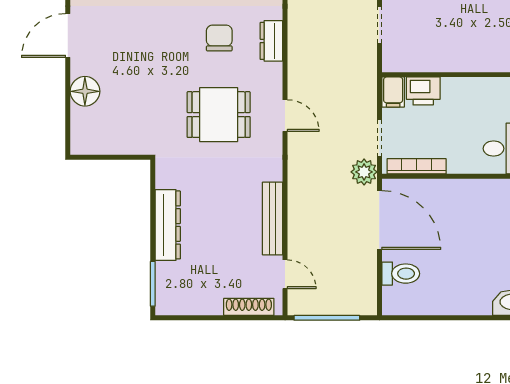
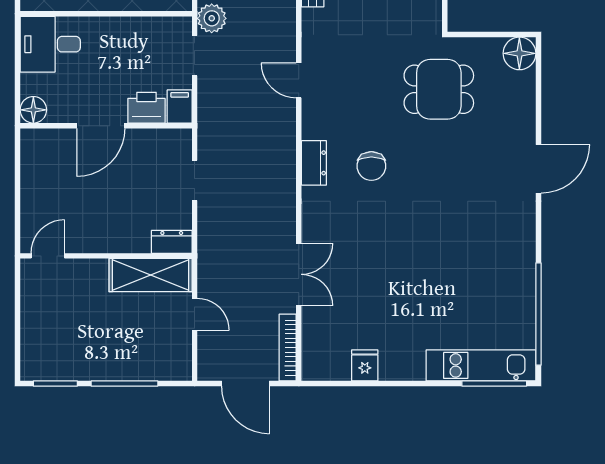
door: (464, 75) -> (101, 126), added
floor lamp: (85, 91) -> (519, 53), moved
dining table: (219, 115) -> (439, 89), moved
bookcase: (417, 166) -> (154, 25), removed

